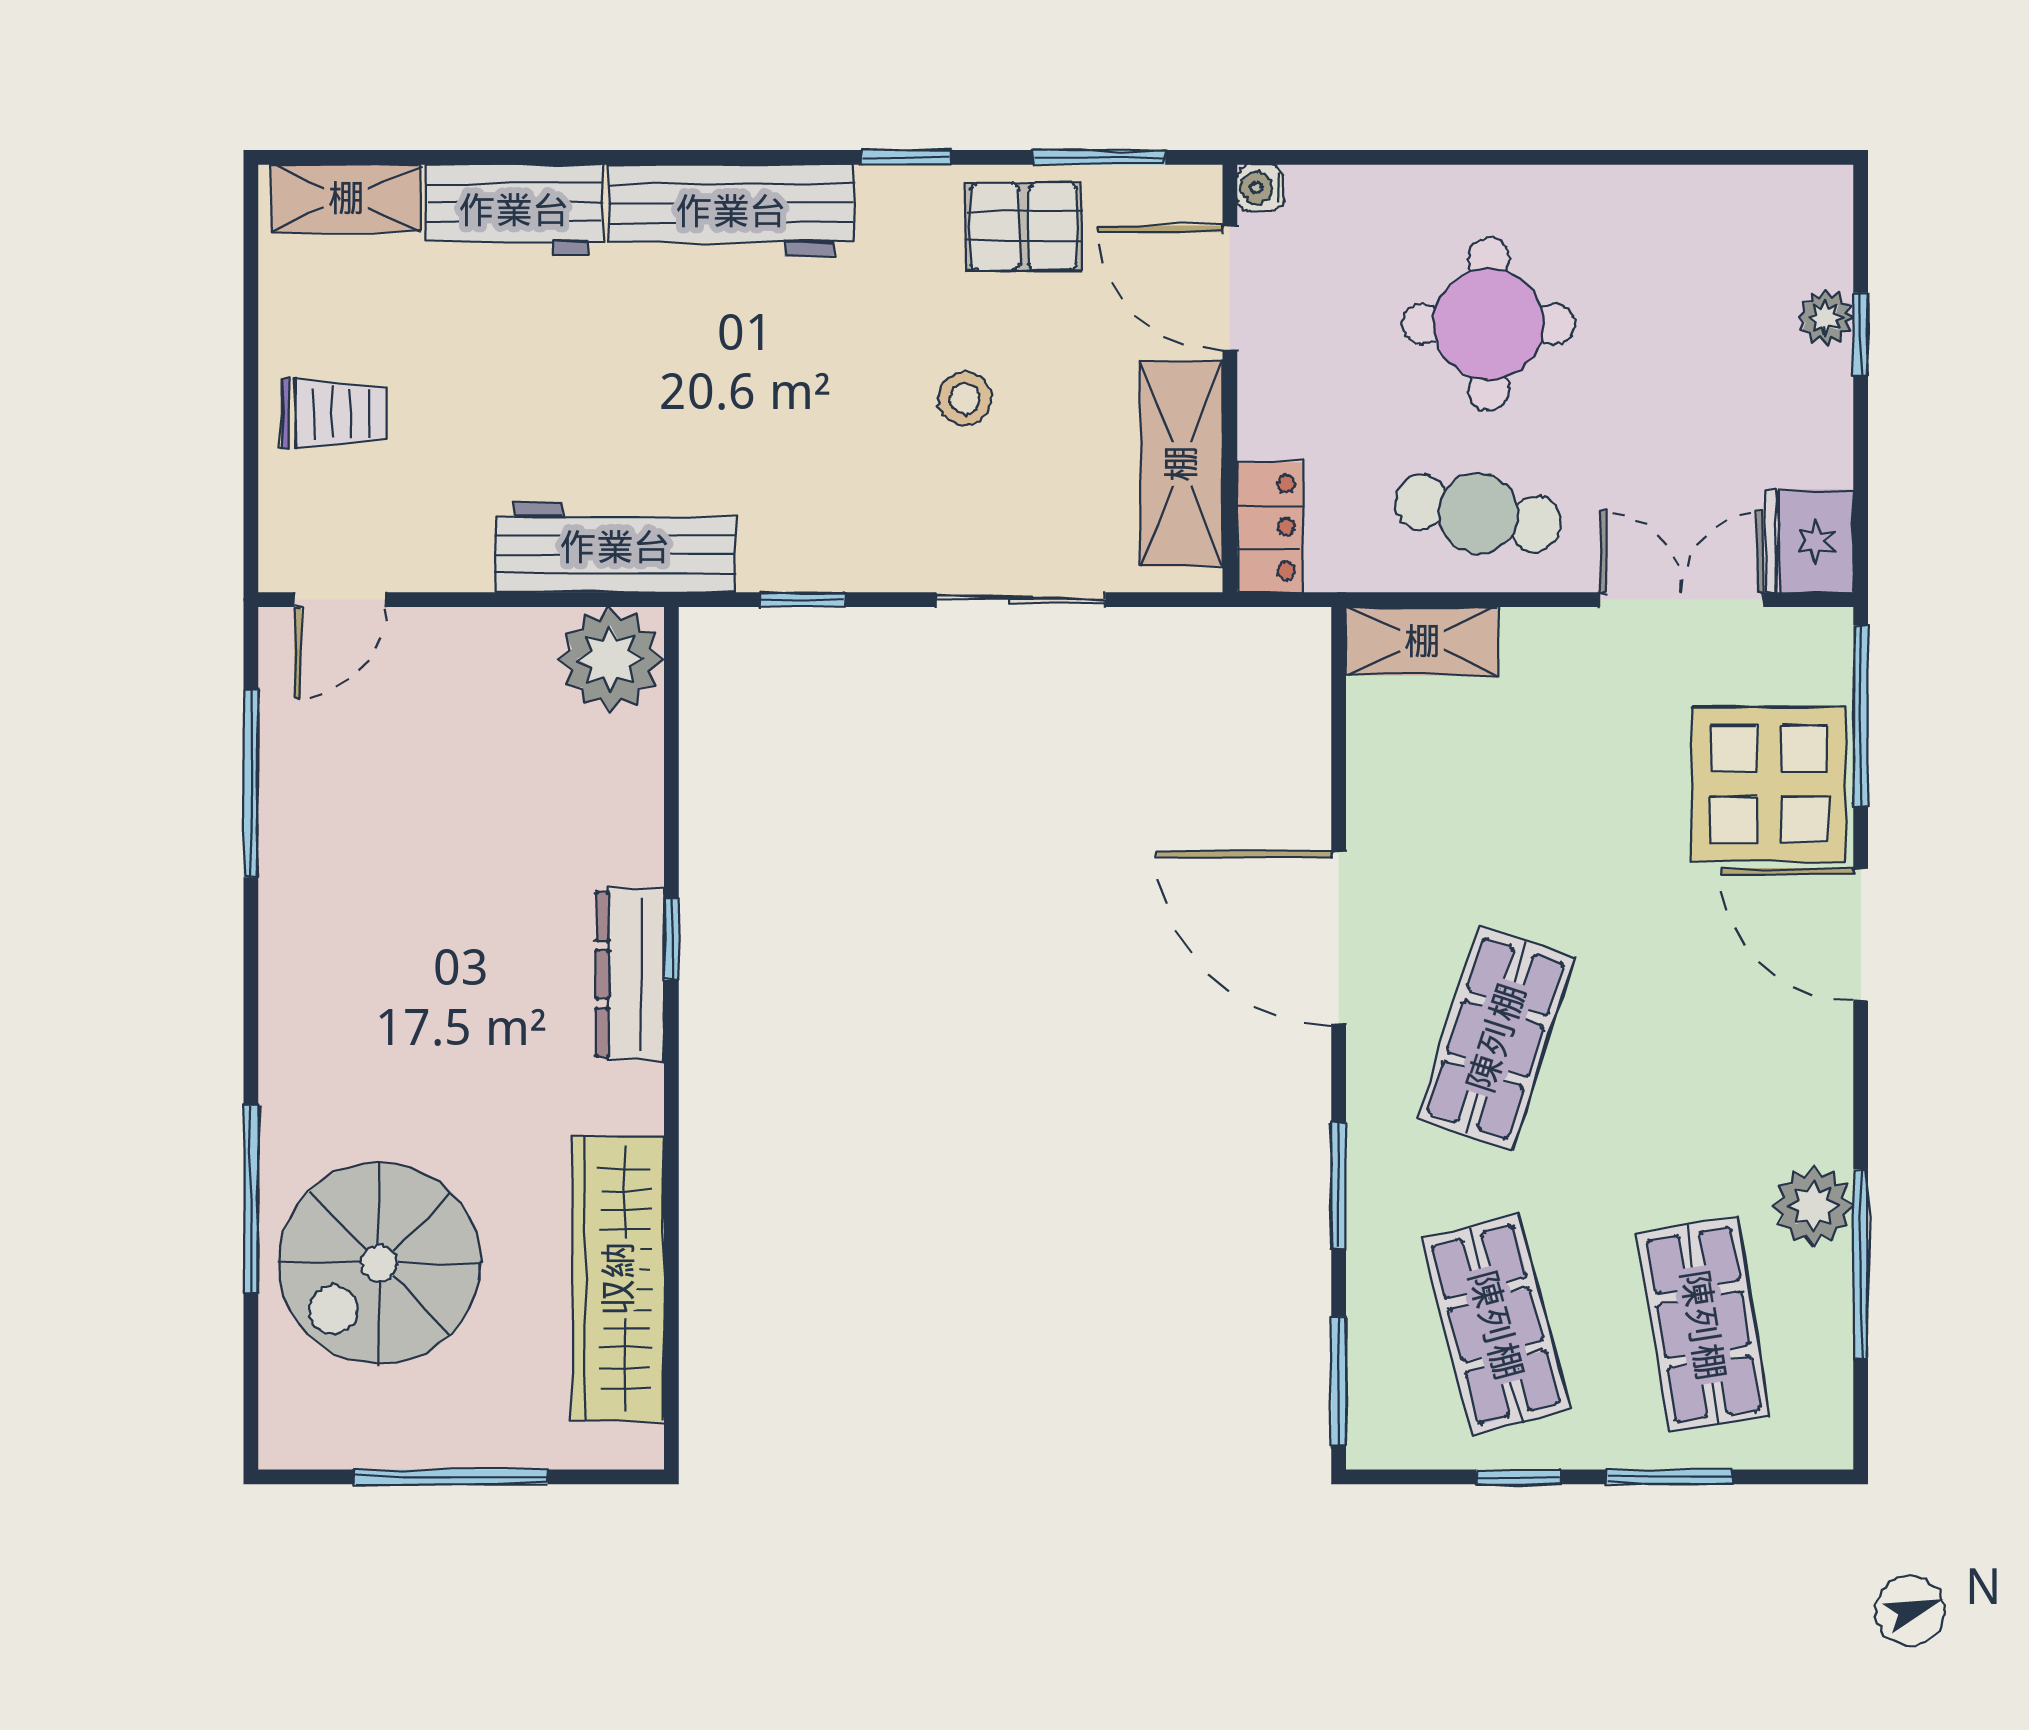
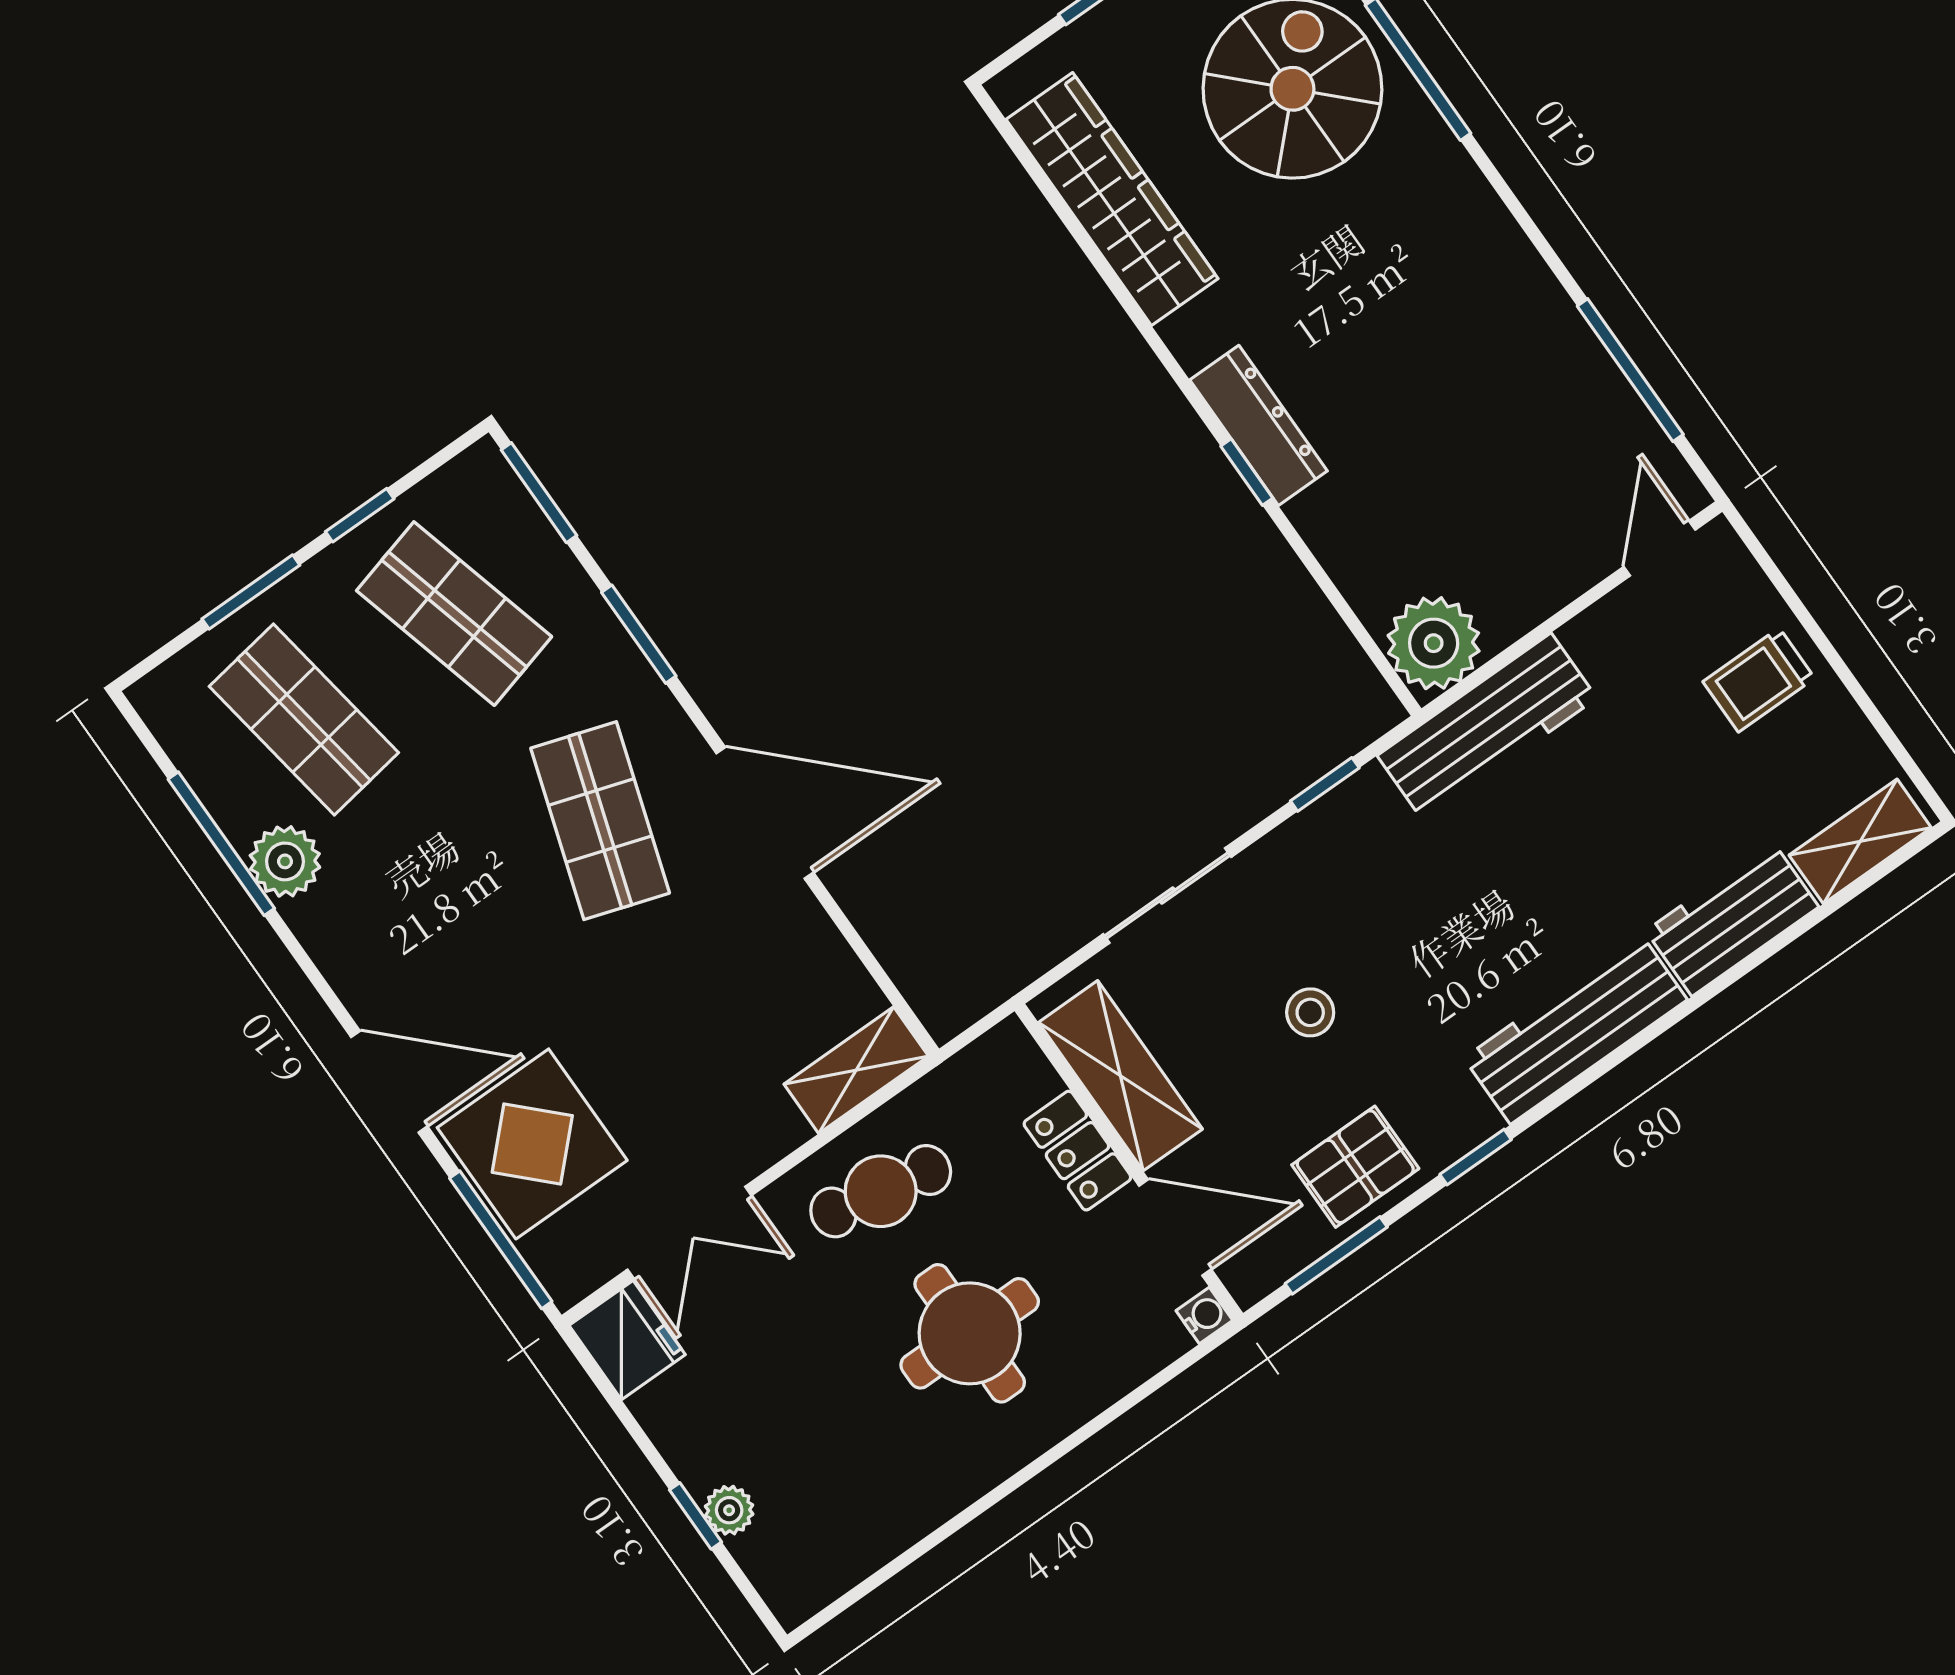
locker: (1270, 527) -> (1077, 1151), moved

